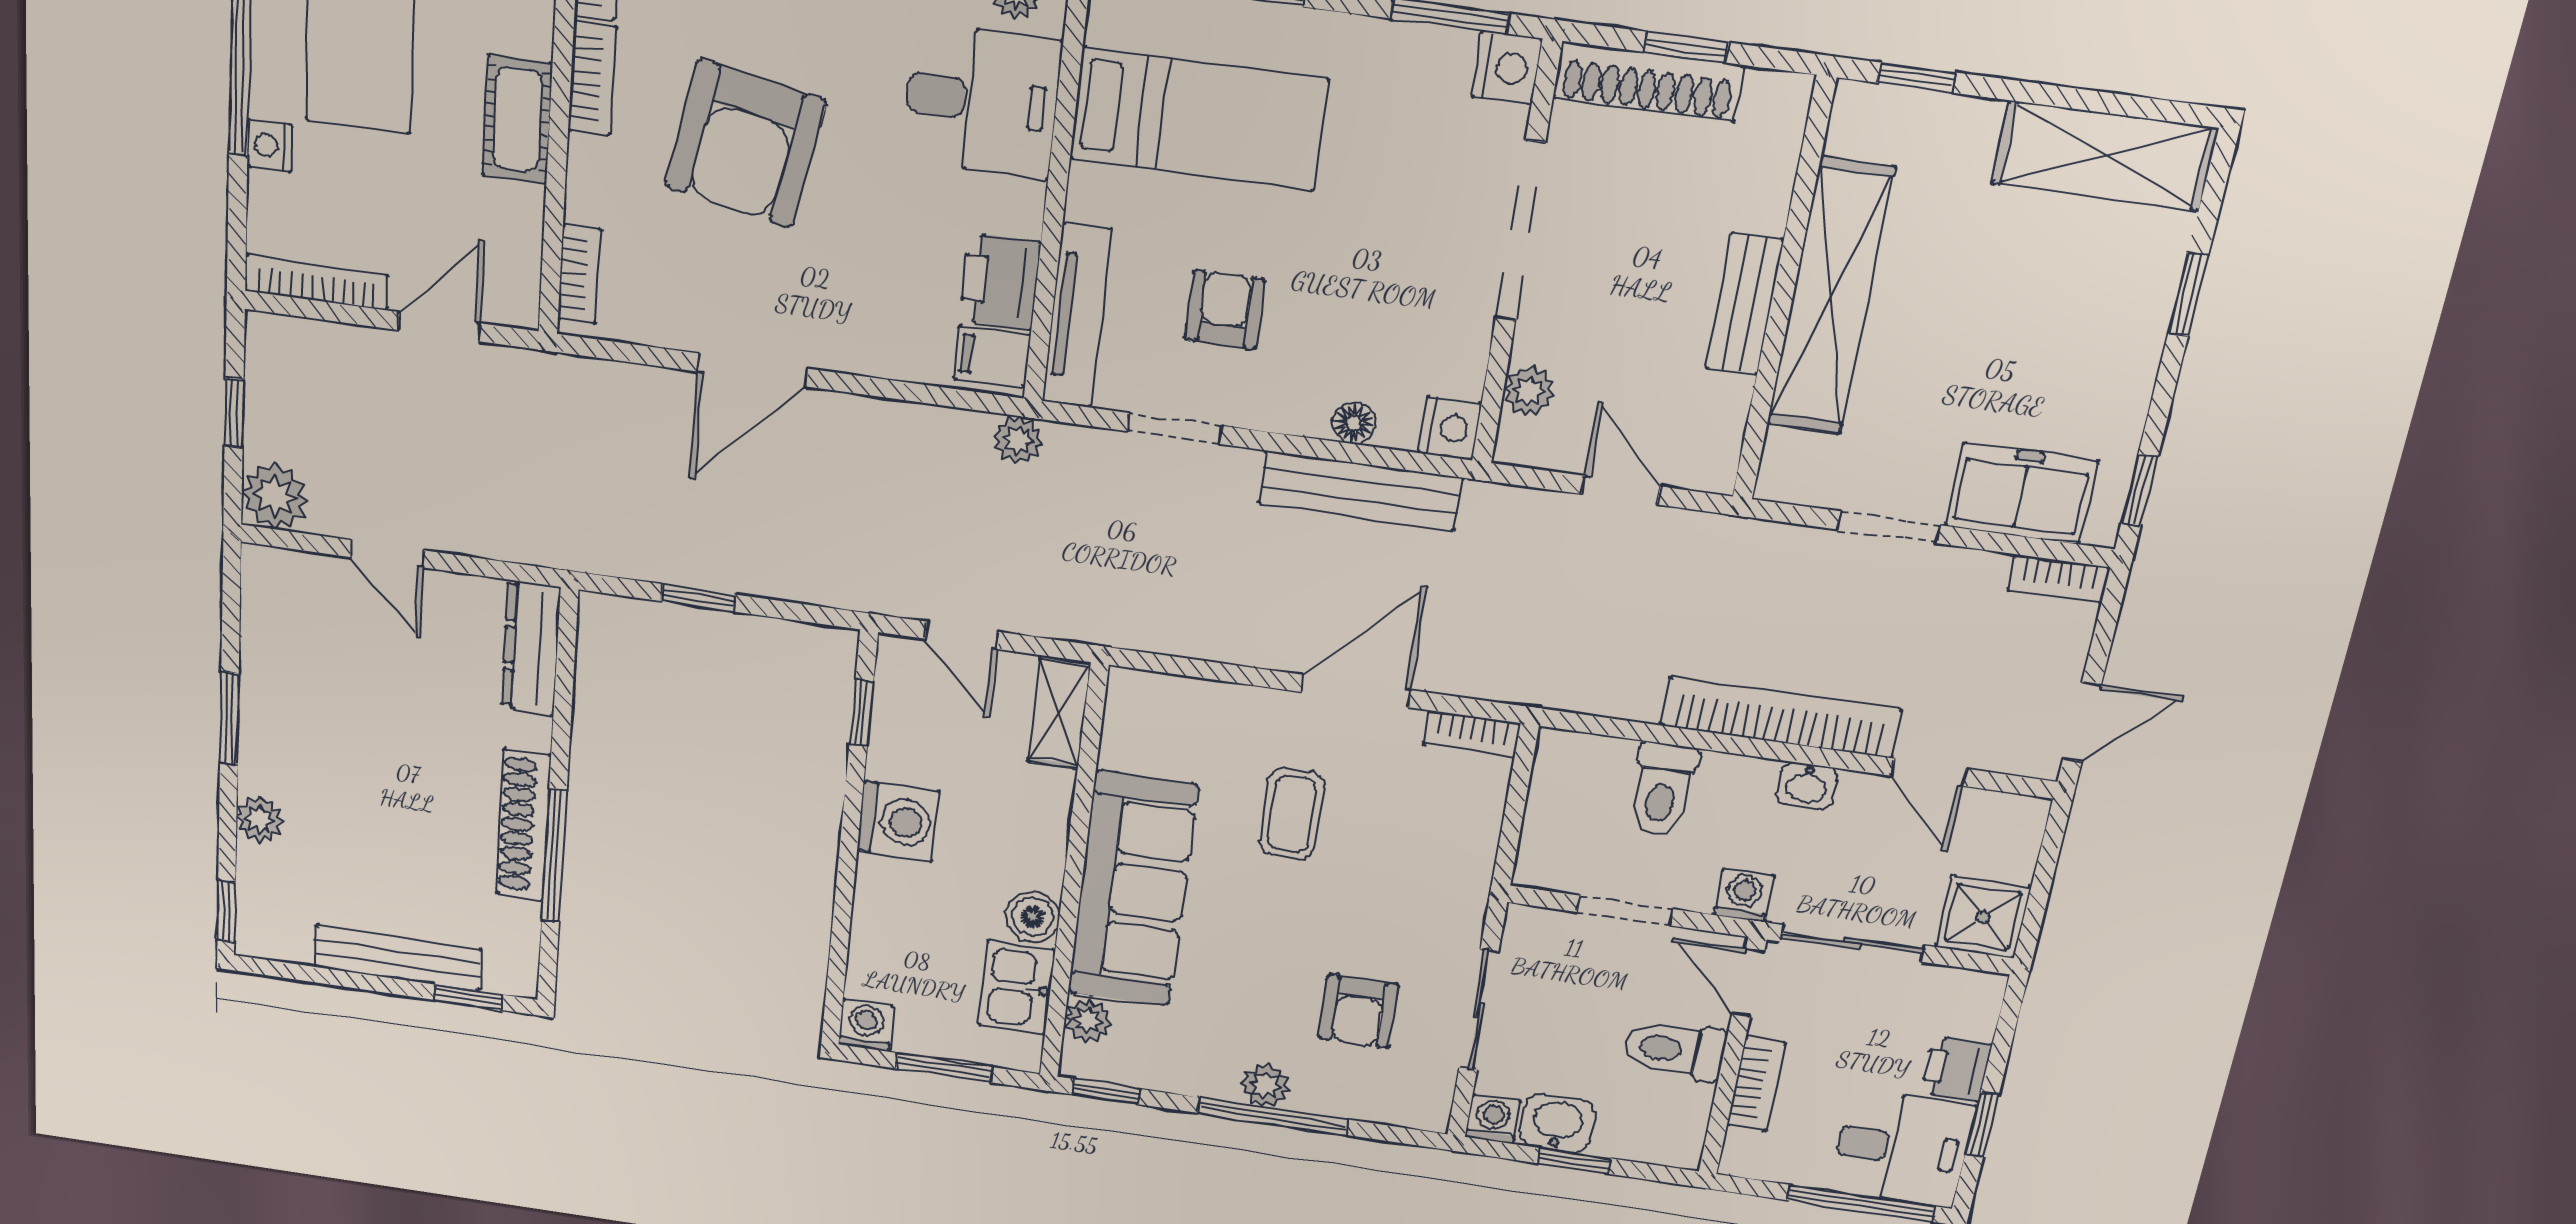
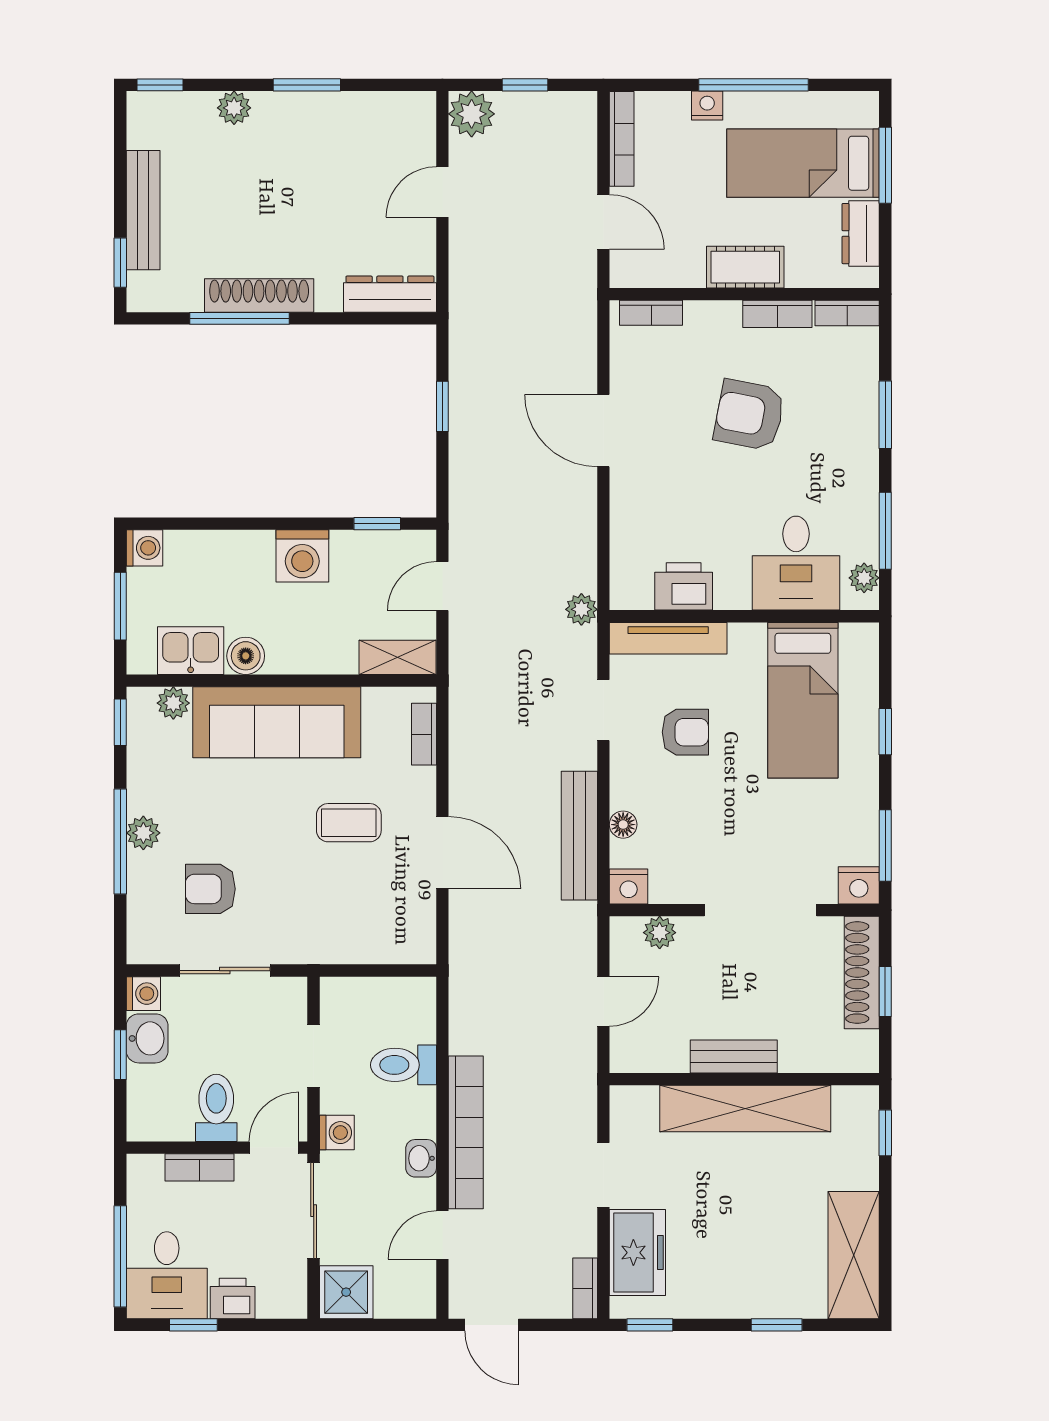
armchair: (745, 144) -> (749, 415), width x0.73, depth x0.73
filing cabinet: (992, 357) -> (634, 587), removed
bookcase: (1472, 734) -> (424, 734), moved

